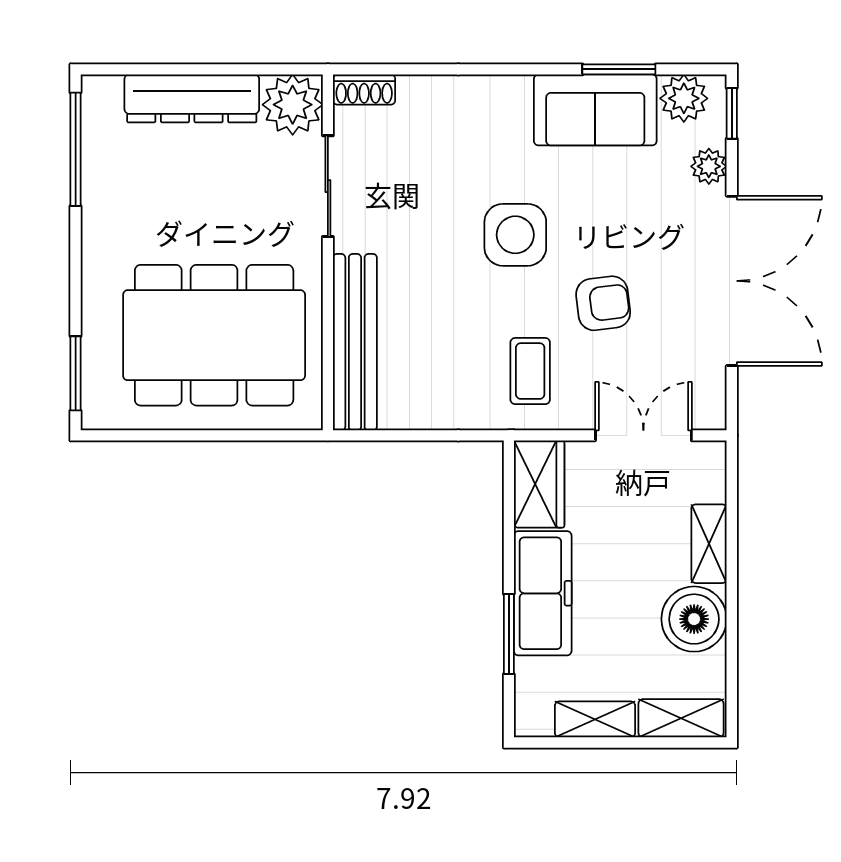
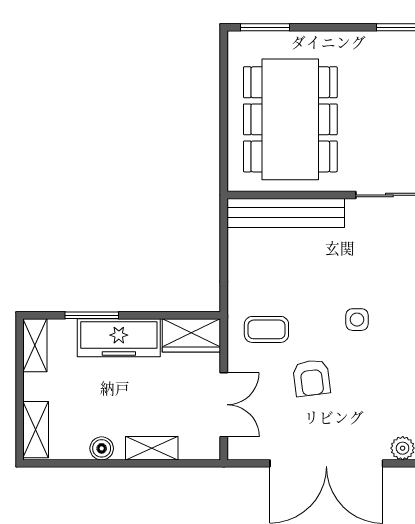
side table: (515, 235) -> (357, 320), width x0.54, depth x0.54
boiler: (694, 619) -> (102, 448), width x0.54, depth x0.54
shelving: (595, 719) -> (35, 345), moved

